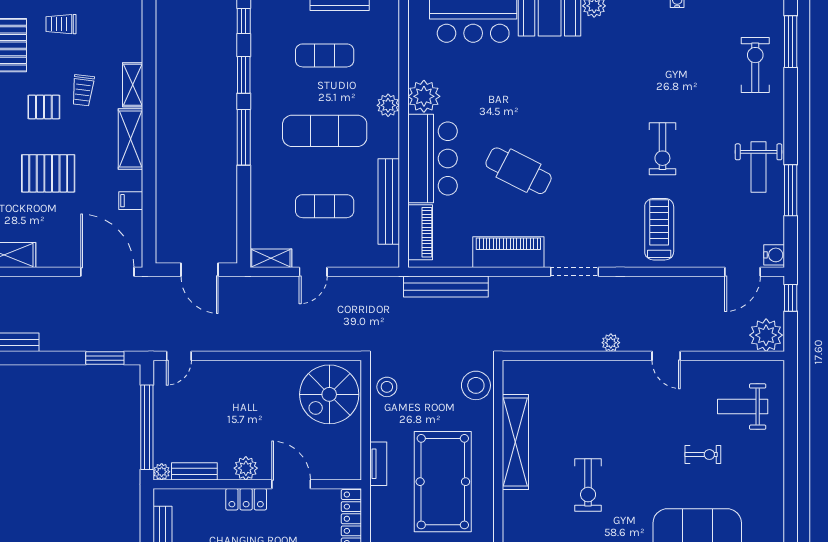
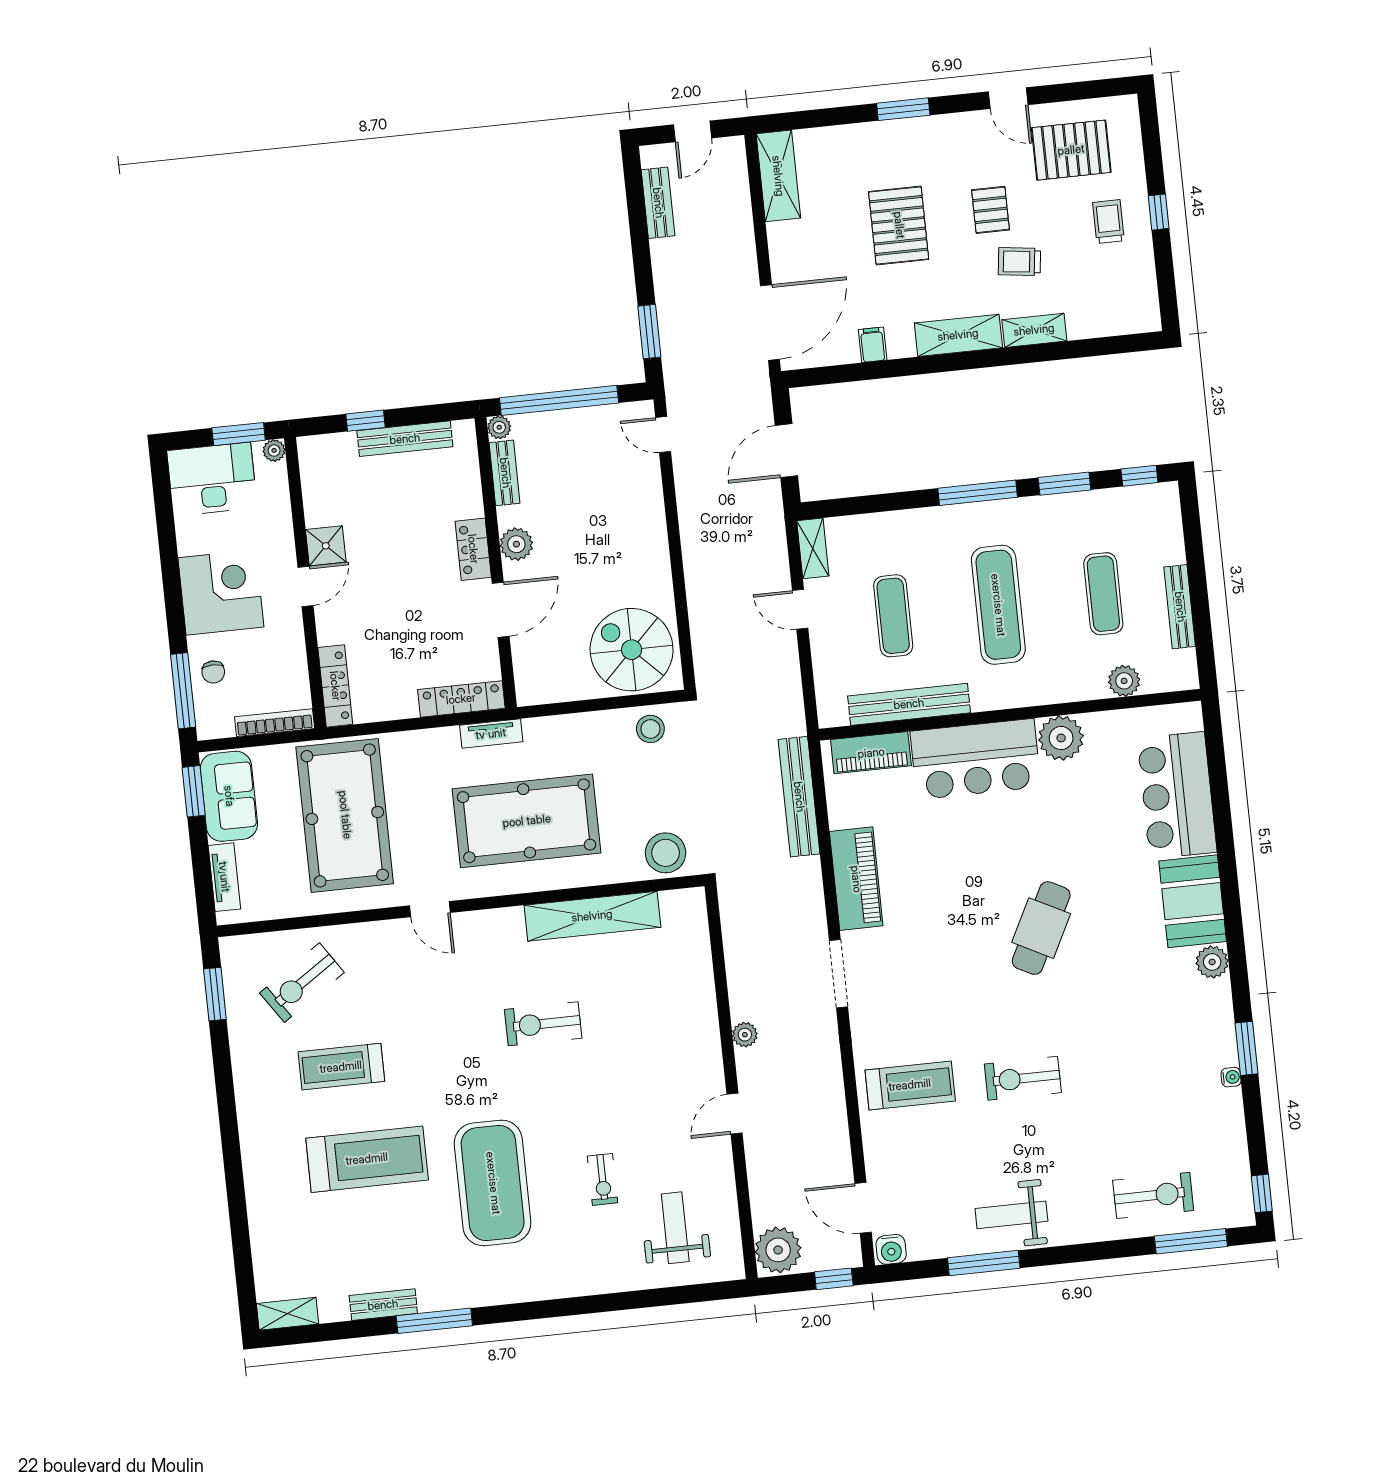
plant: (388, 105) -> (1124, 681), moved
cafe table: (519, 171) -> (1041, 928), moved
tv unit: (378, 464) -> (491, 734), moved

